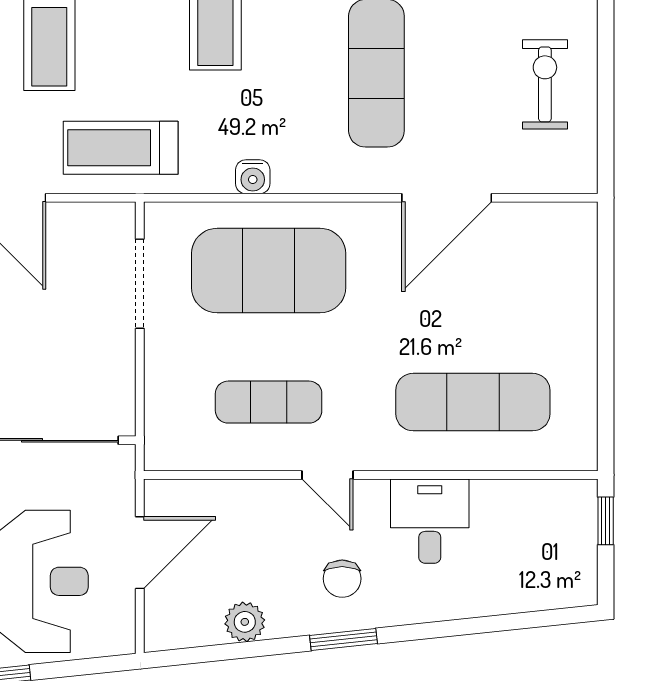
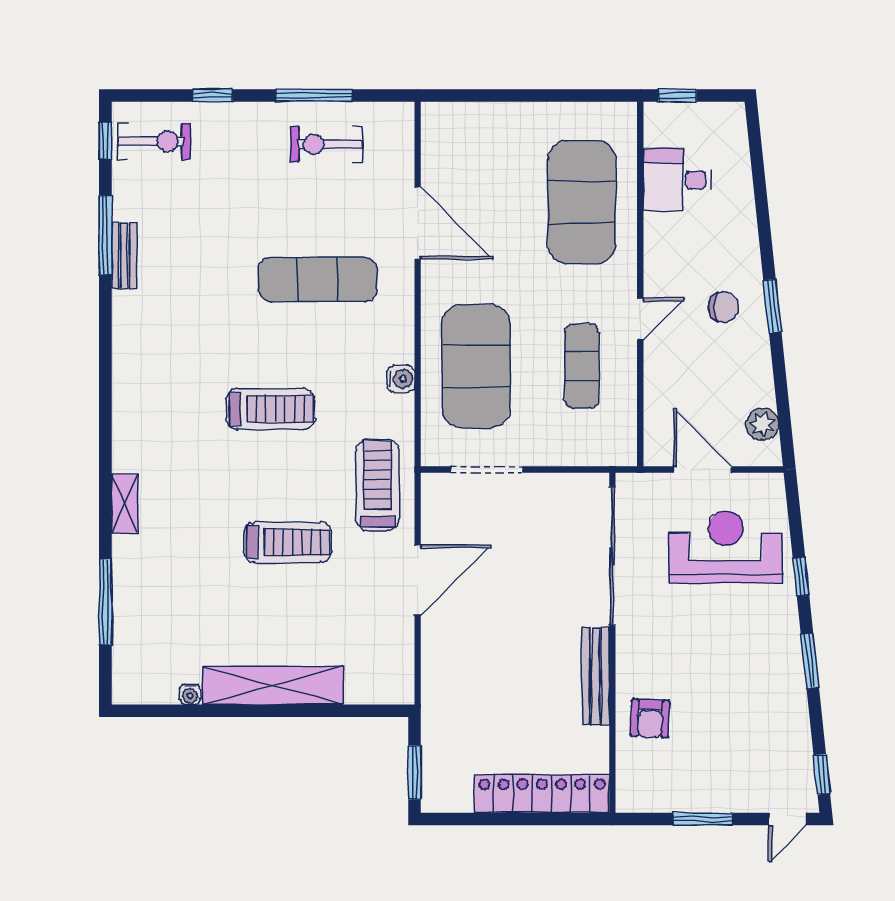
window: (606, 69) -> (314, 95), added
treadmill: (121, 148) -> (377, 485), turned 180
exercise mat: (473, 402) -> (582, 202), width x1.47
desk: (430, 521) -> (677, 180), moved
plant: (245, 622) -> (762, 424), moved

